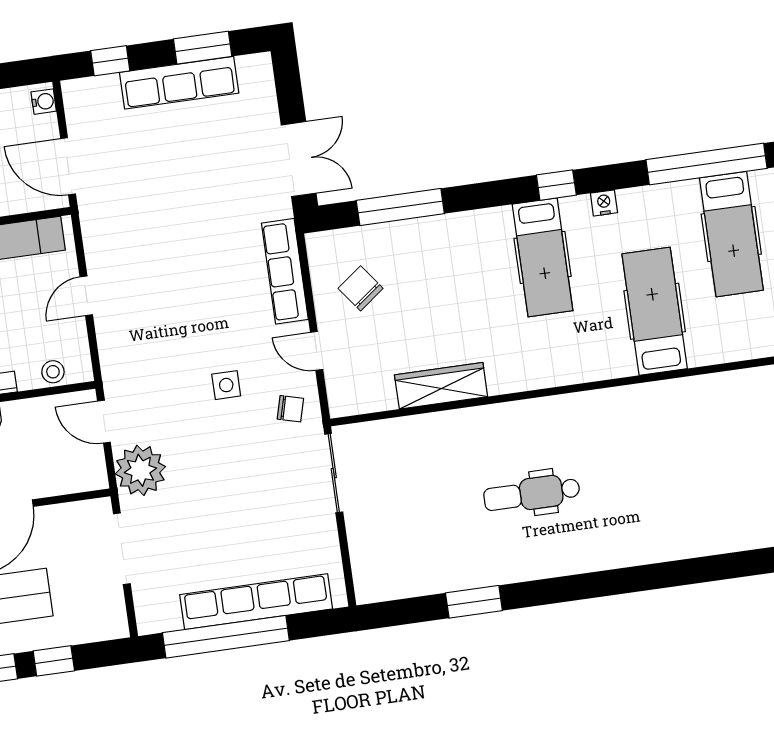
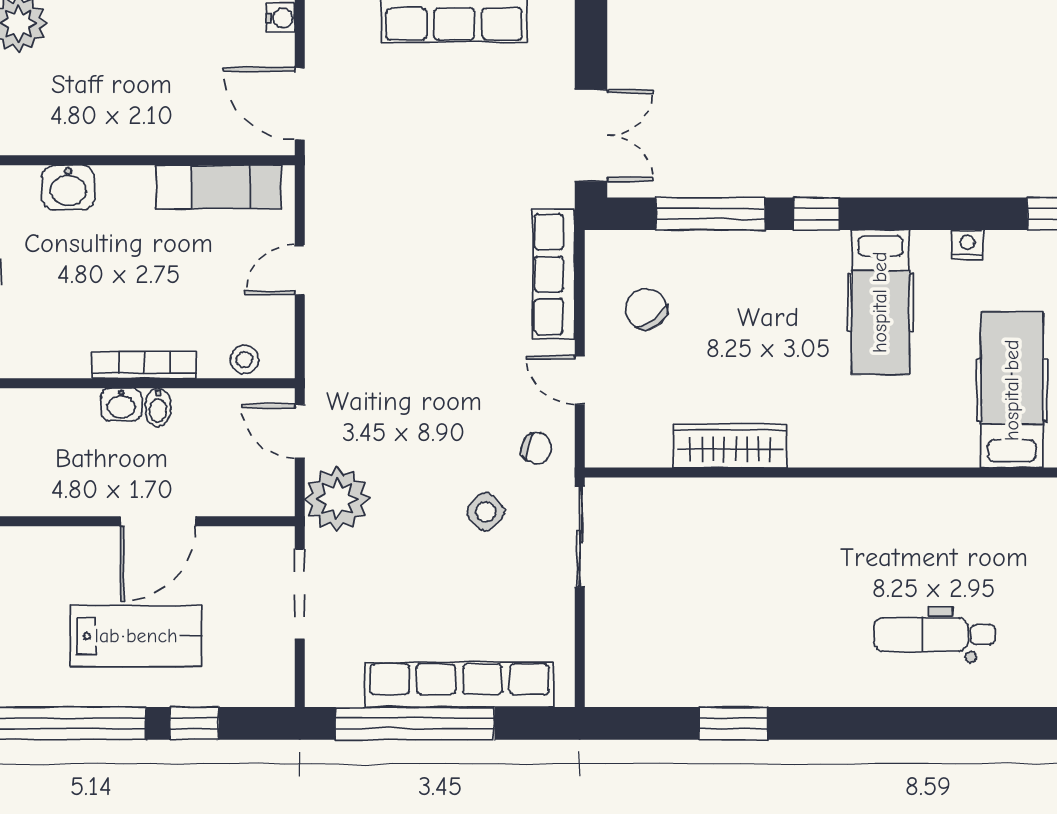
window: (556, 185) -> (816, 214), moved
side table: (226, 385) -> (486, 512), moved, turned 45
dental chair: (532, 494) -> (934, 635), moved

